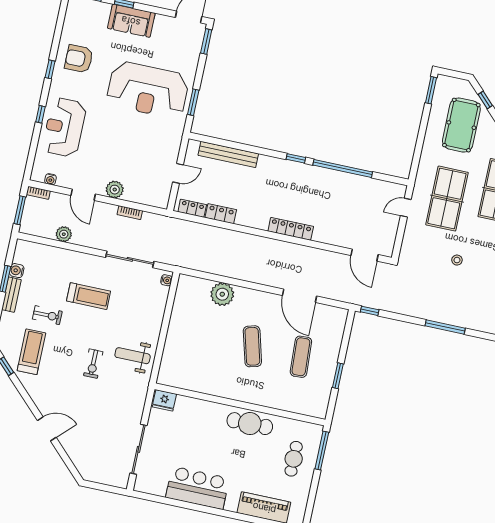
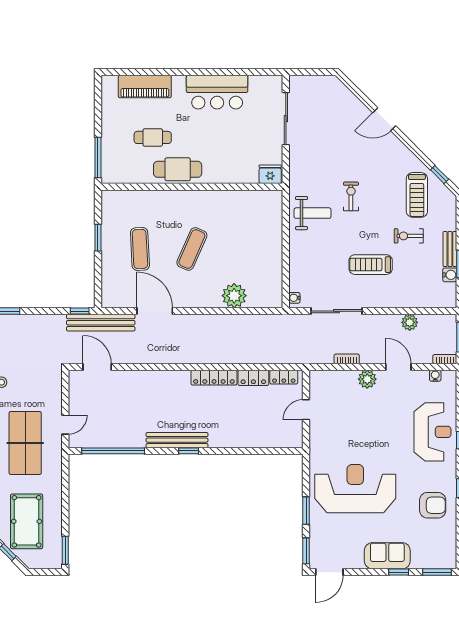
window: (193, 102) -> (306, 511), moved
bench: (228, 154) -> (177, 440), moved
window: (343, 168) -> (113, 451), moved
locker: (291, 229) -> (214, 378), moved
bench: (352, 296) -> (101, 323), added
exercise mat: (252, 346) -> (192, 249), turned 39
cafe table: (294, 459) -> (153, 137), moved, turned 90

